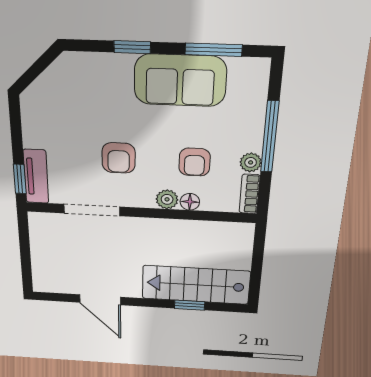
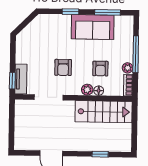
stairs: (196, 285) -> (104, 112), moved, turned 180

